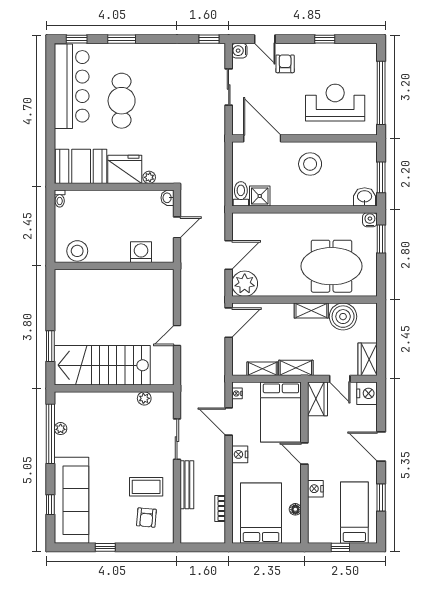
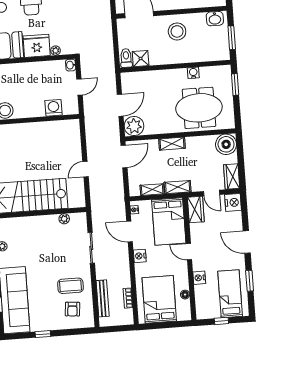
washbasin: (365, 197) -> (215, 19), moved, turned 180
water cooler: (370, 220) -> (193, 73), moved
shelving: (311, 310) -> (172, 144), moved
boiler: (343, 317) -> (226, 144), moved
bench: (187, 485) -> (103, 298), moved

